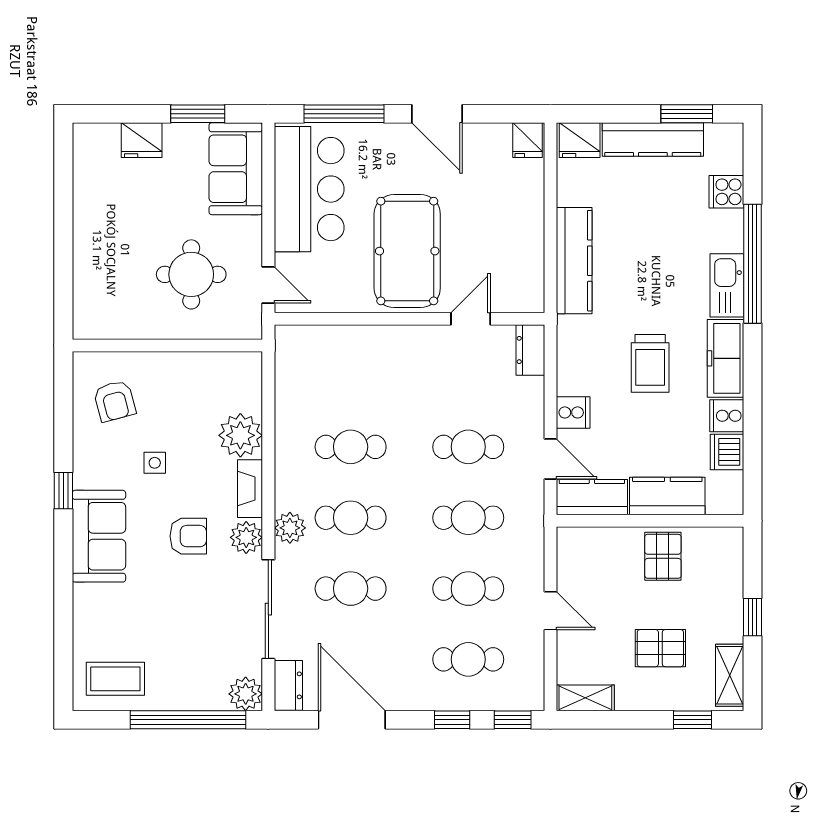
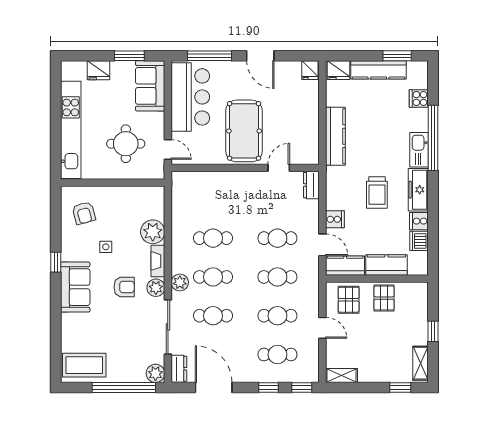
kitchen unit: (91, 249) -> (71, 130), added
pallet: (660, 648) -> (349, 300), moved, turned 90
coffee table: (115, 679) -> (84, 365), width x1.36, depth x1.32

